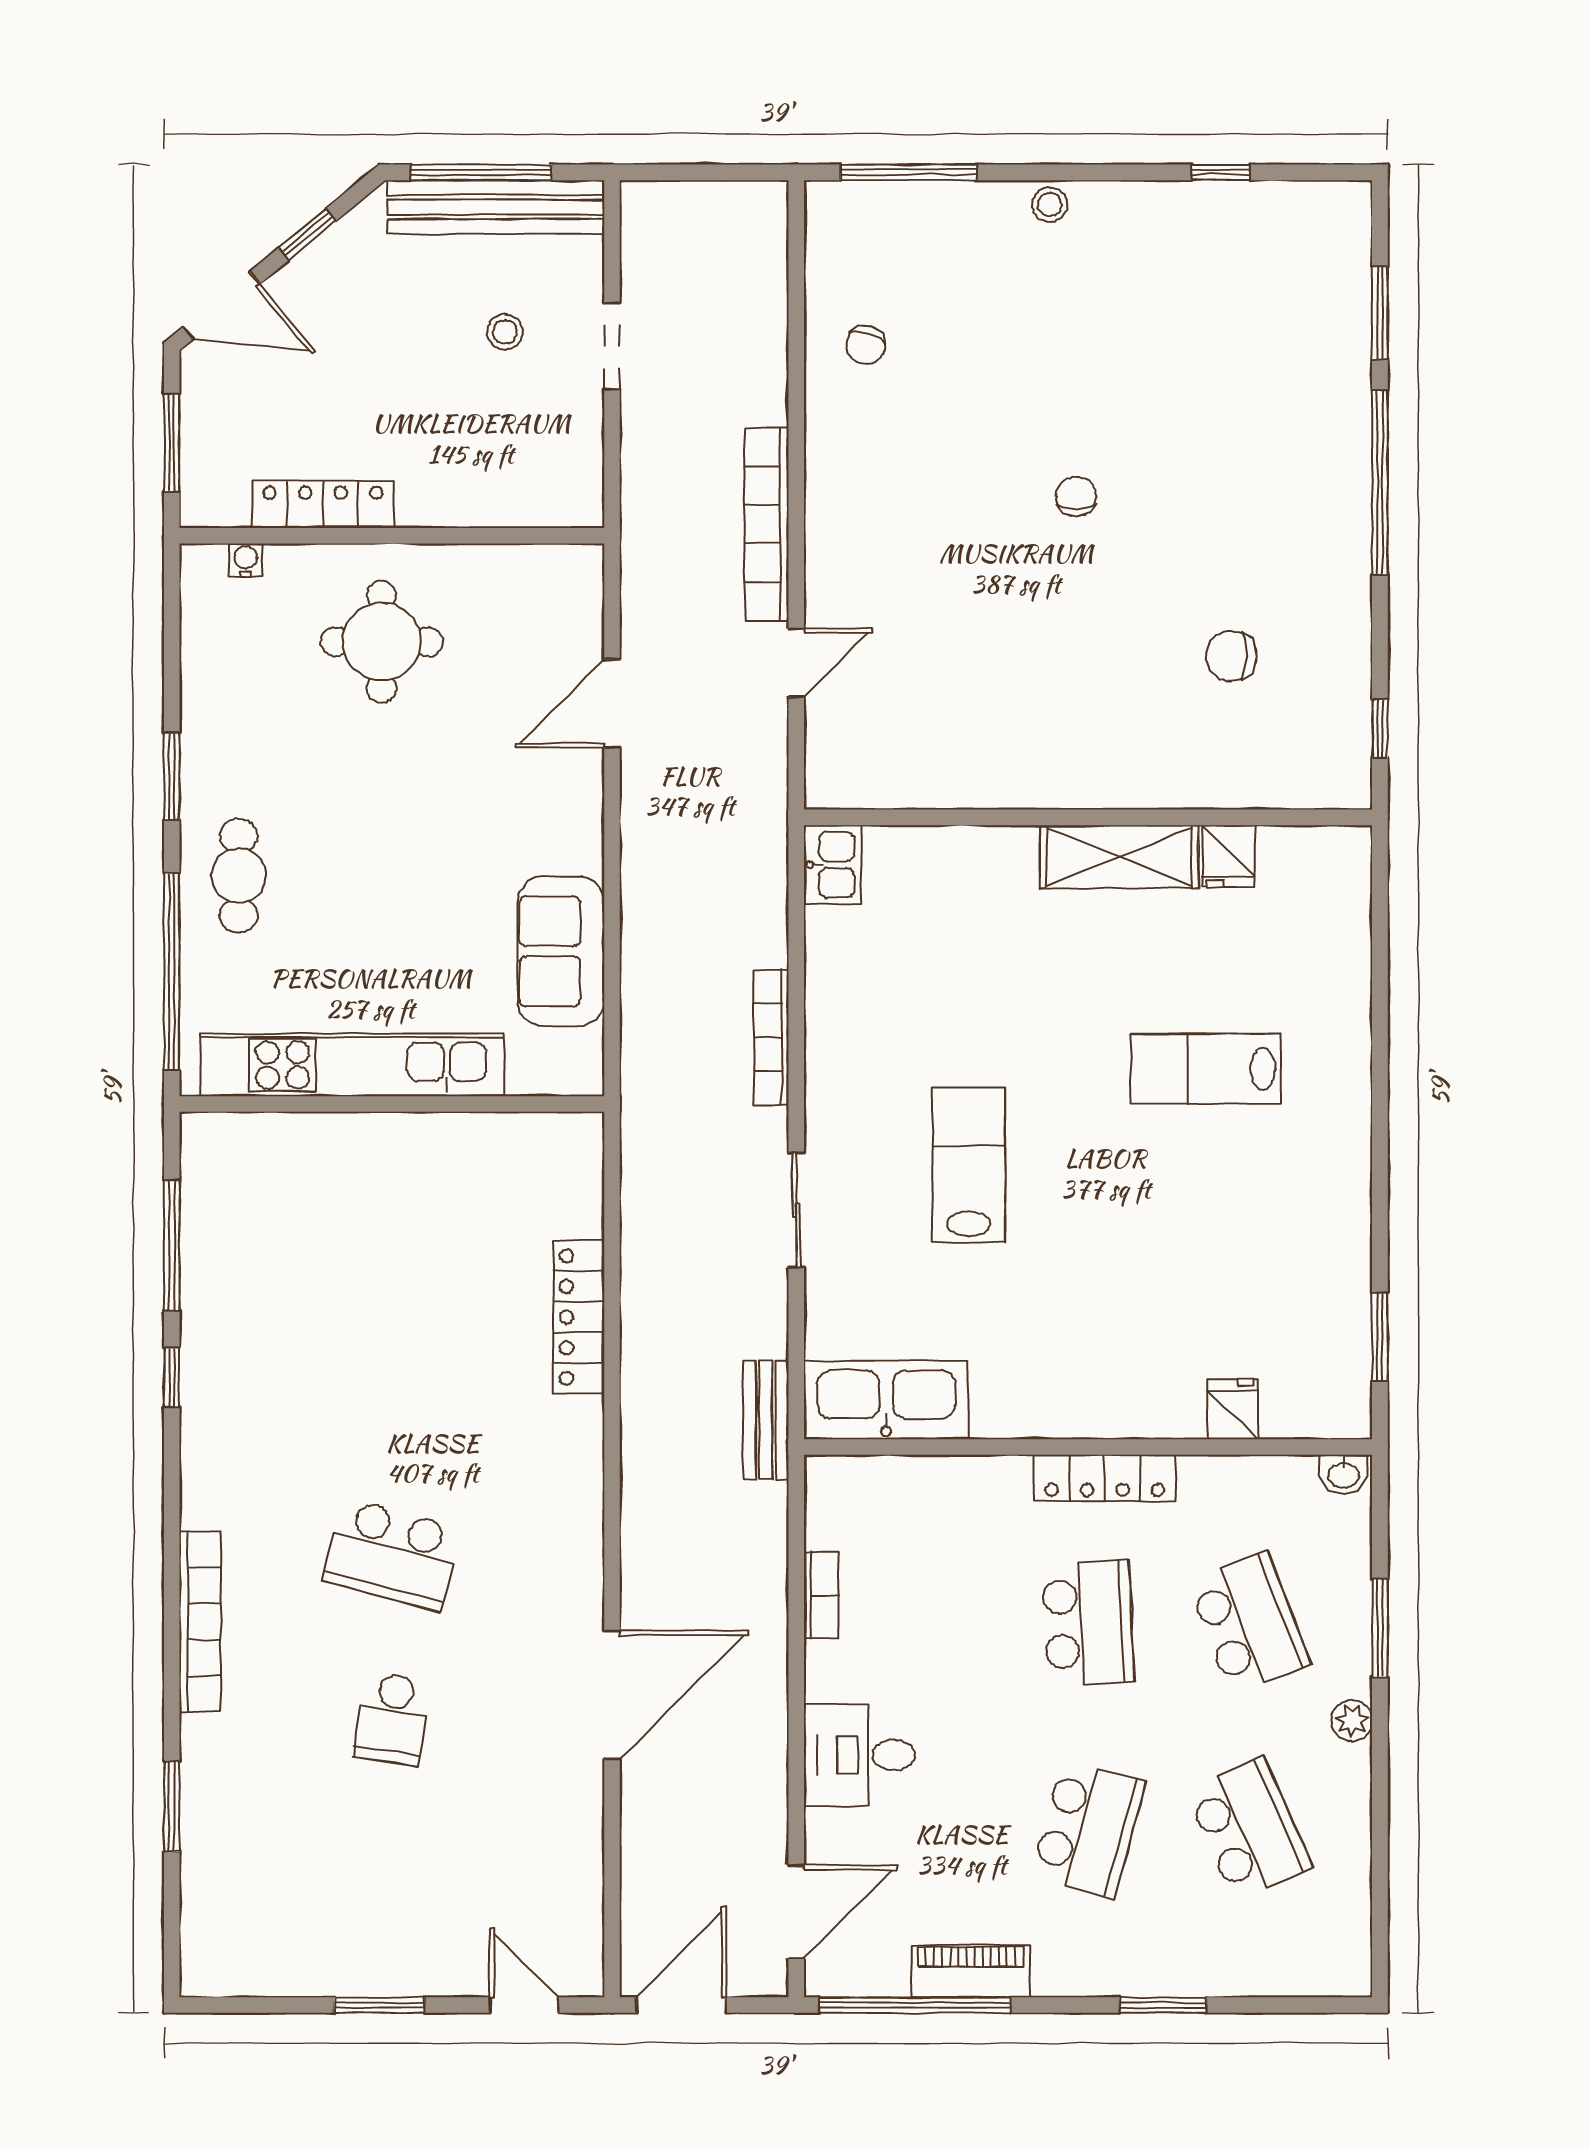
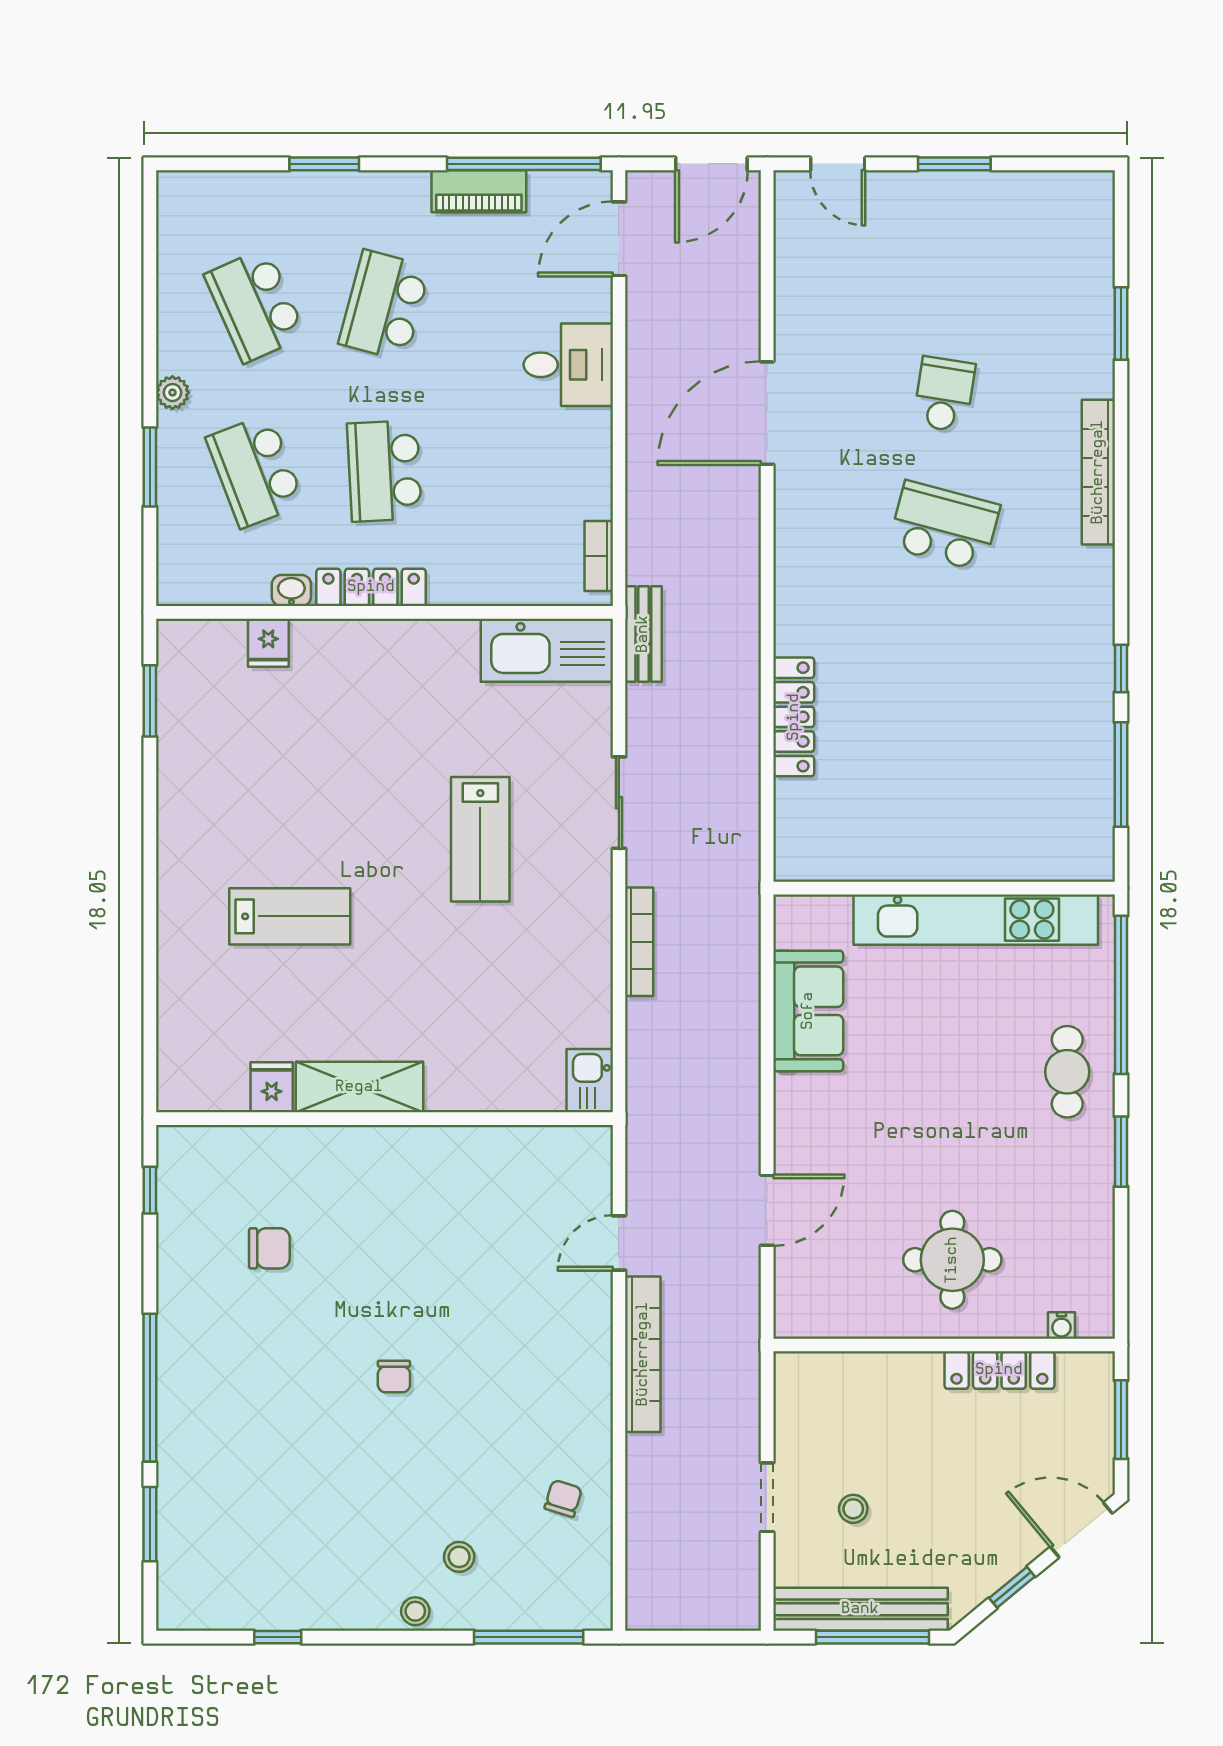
stool: (995, 272) -> (459, 1557), added
washbasin: (1344, 1474) -> (291, 591), moved
bookcase: (821, 1595) -> (599, 556), moved

